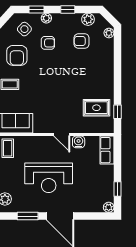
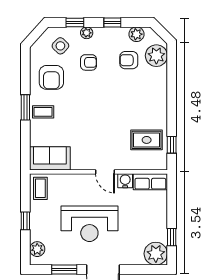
plant: (109, 33) -> (156, 56), width x1.87, depth x1.87
row of seats: (107, 150) -> (150, 182), moved, turned -90
plant: (109, 207) -> (156, 254), width x1.87, depth x1.87

